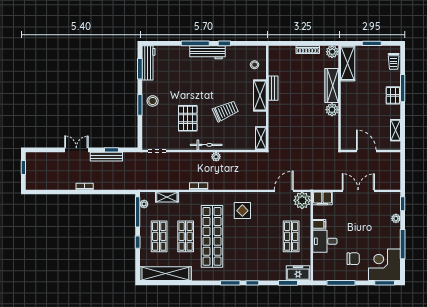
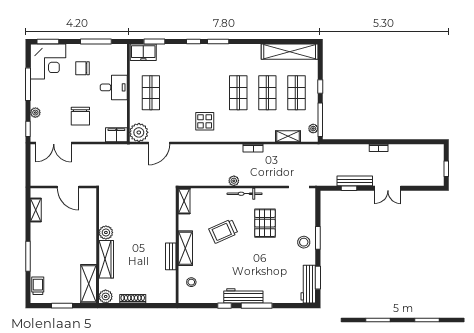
pallet: (393, 95) -> (39, 248), removed
double door: (358, 191) -> (54, 143), moved
chair: (355, 215) -> (80, 116), added
filing cabinet: (319, 224) -> (120, 106), removed
shop shelf: (212, 236) -> (238, 93), width x0.50, depth x0.74

